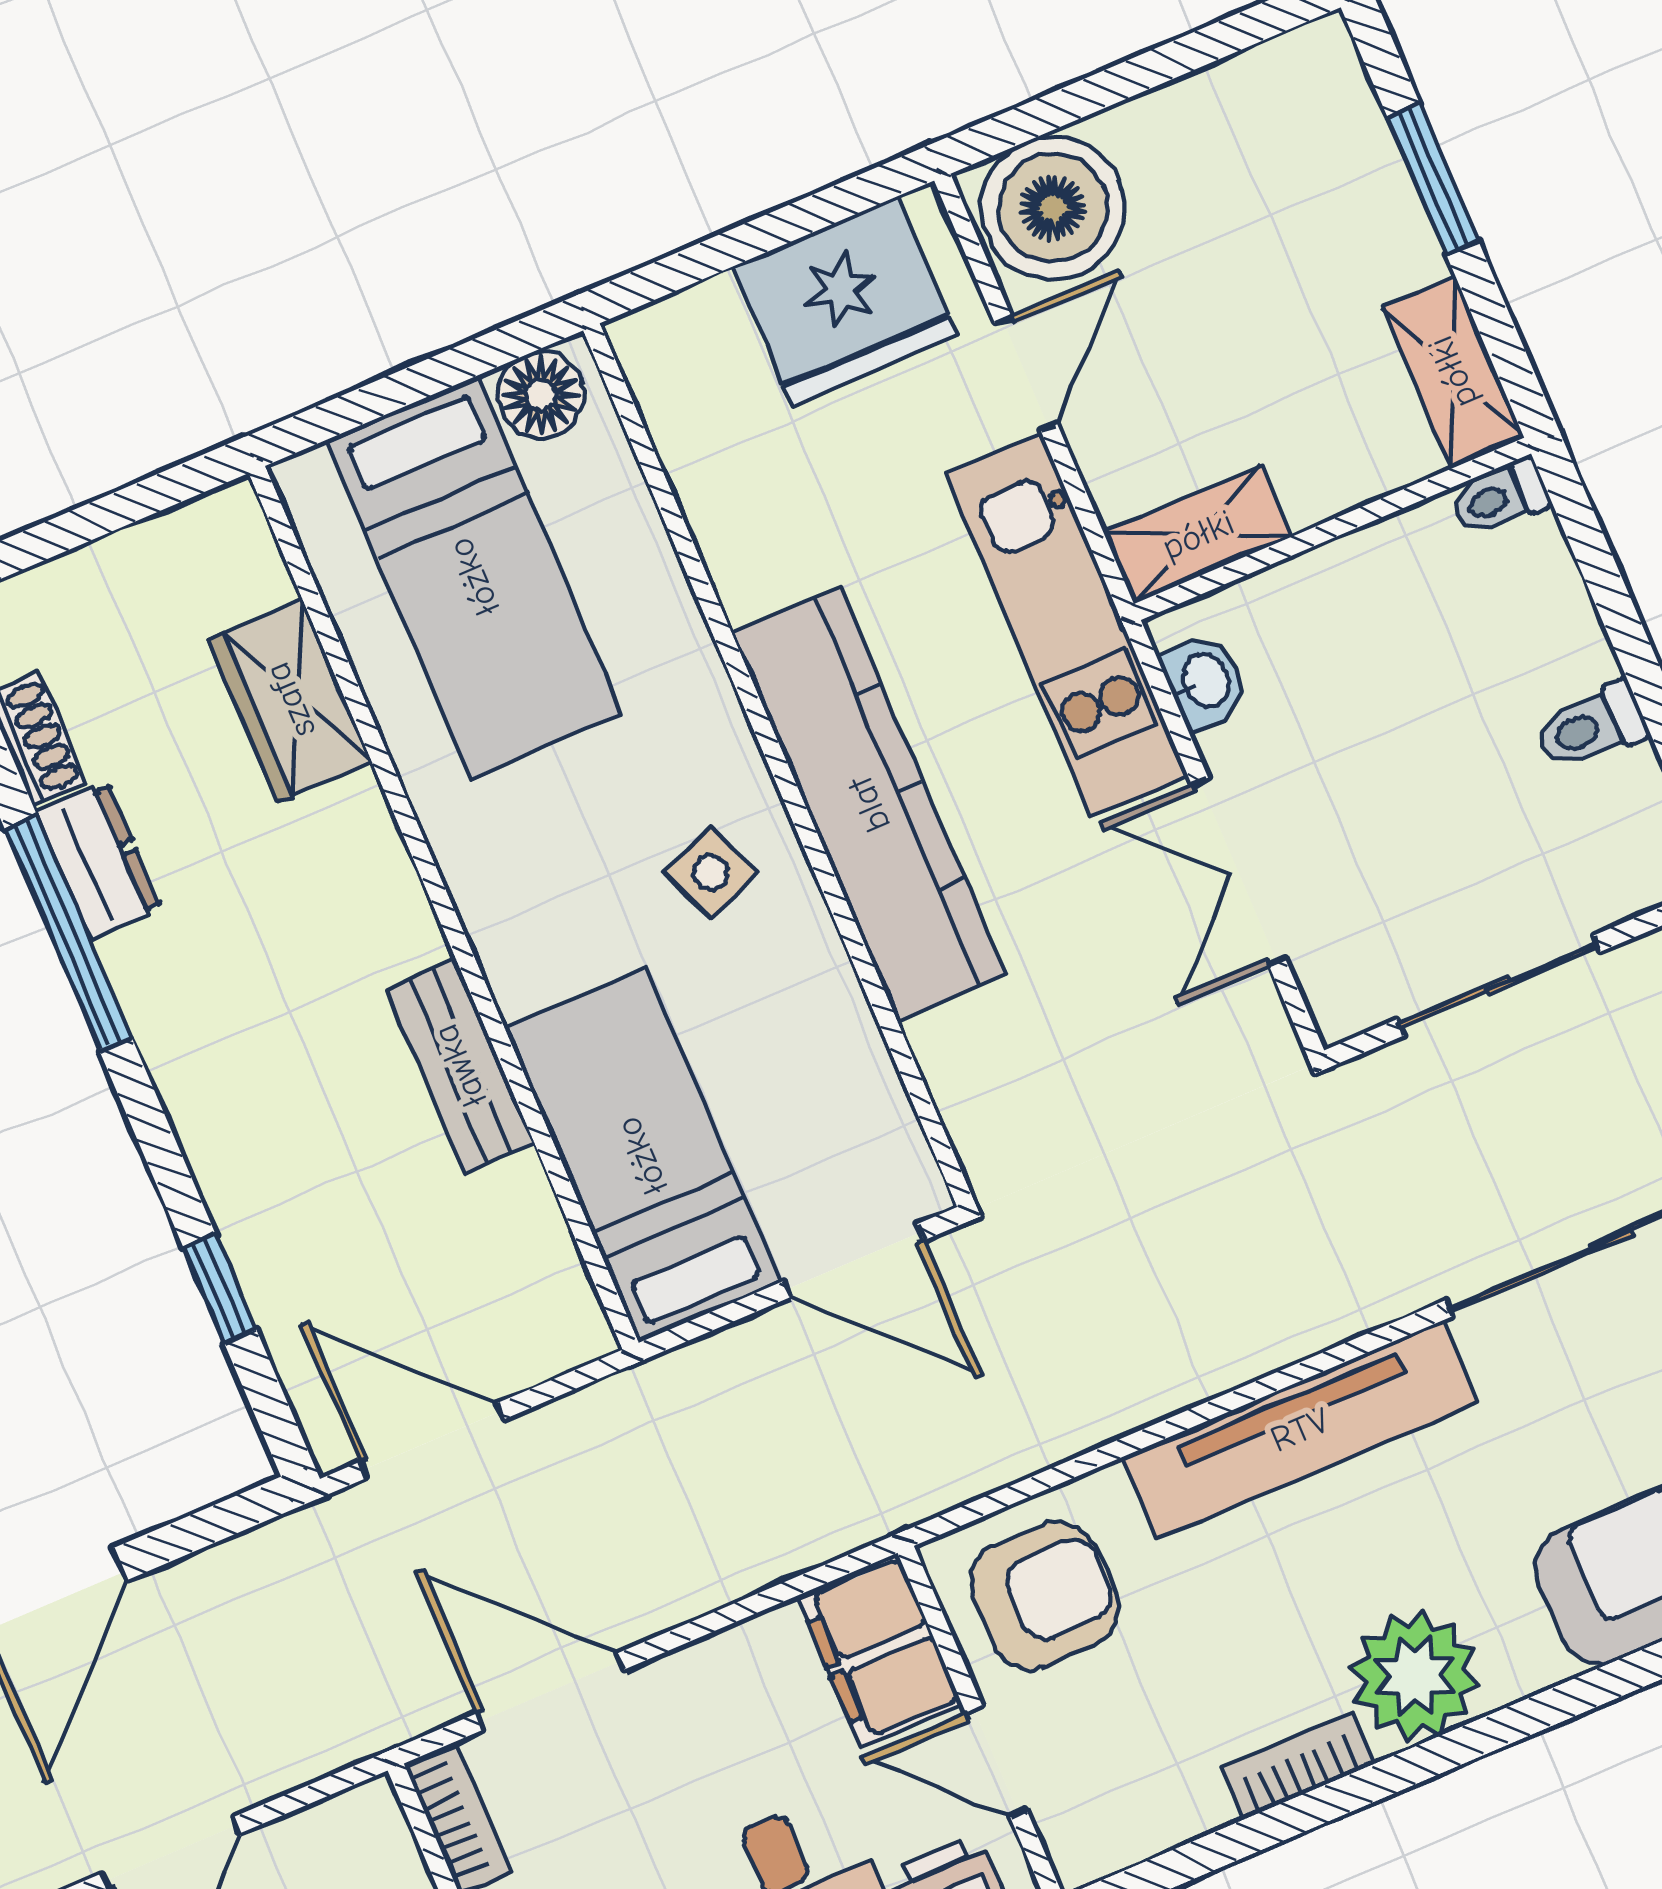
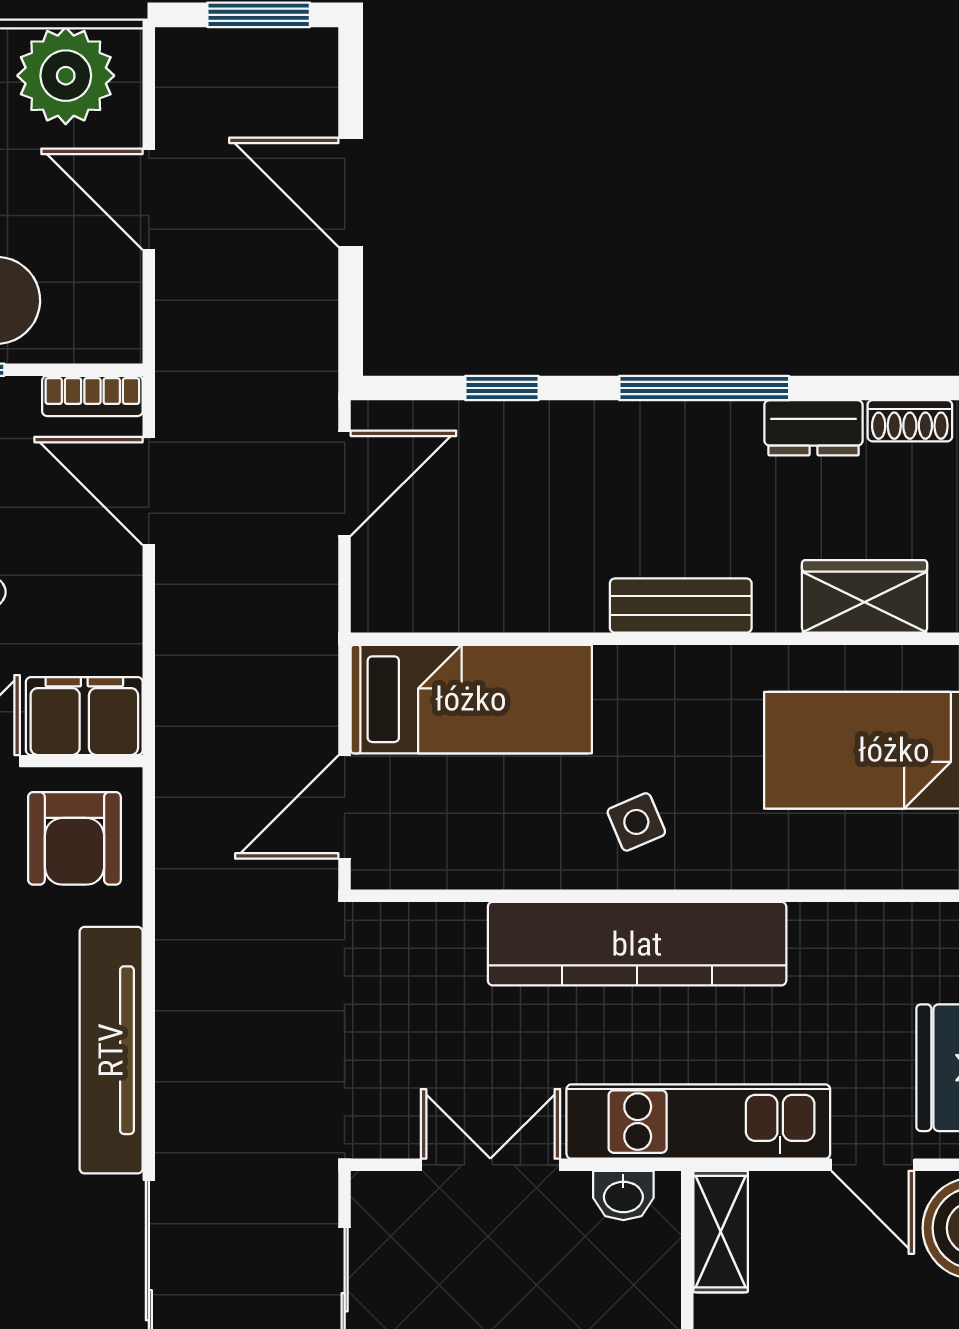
window: (68, 933) -> (704, 388), moved
bench: (460, 1066) -> (681, 606), moved
door: (550, 1692) -> (149, 491), swing flipped

